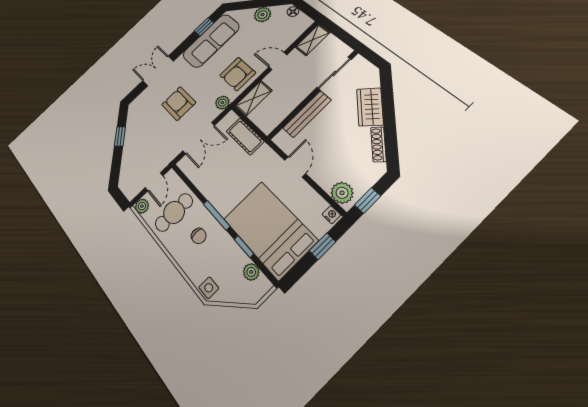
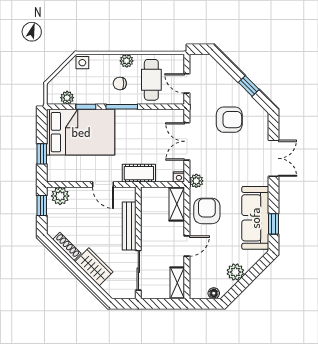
armchair: (179, 104) -> (229, 120), moved
cot: (245, 136) -> (139, 173), moved
plant: (142, 206) -> (127, 61), moved
nightstand: (331, 215) -> (179, 177), moved

